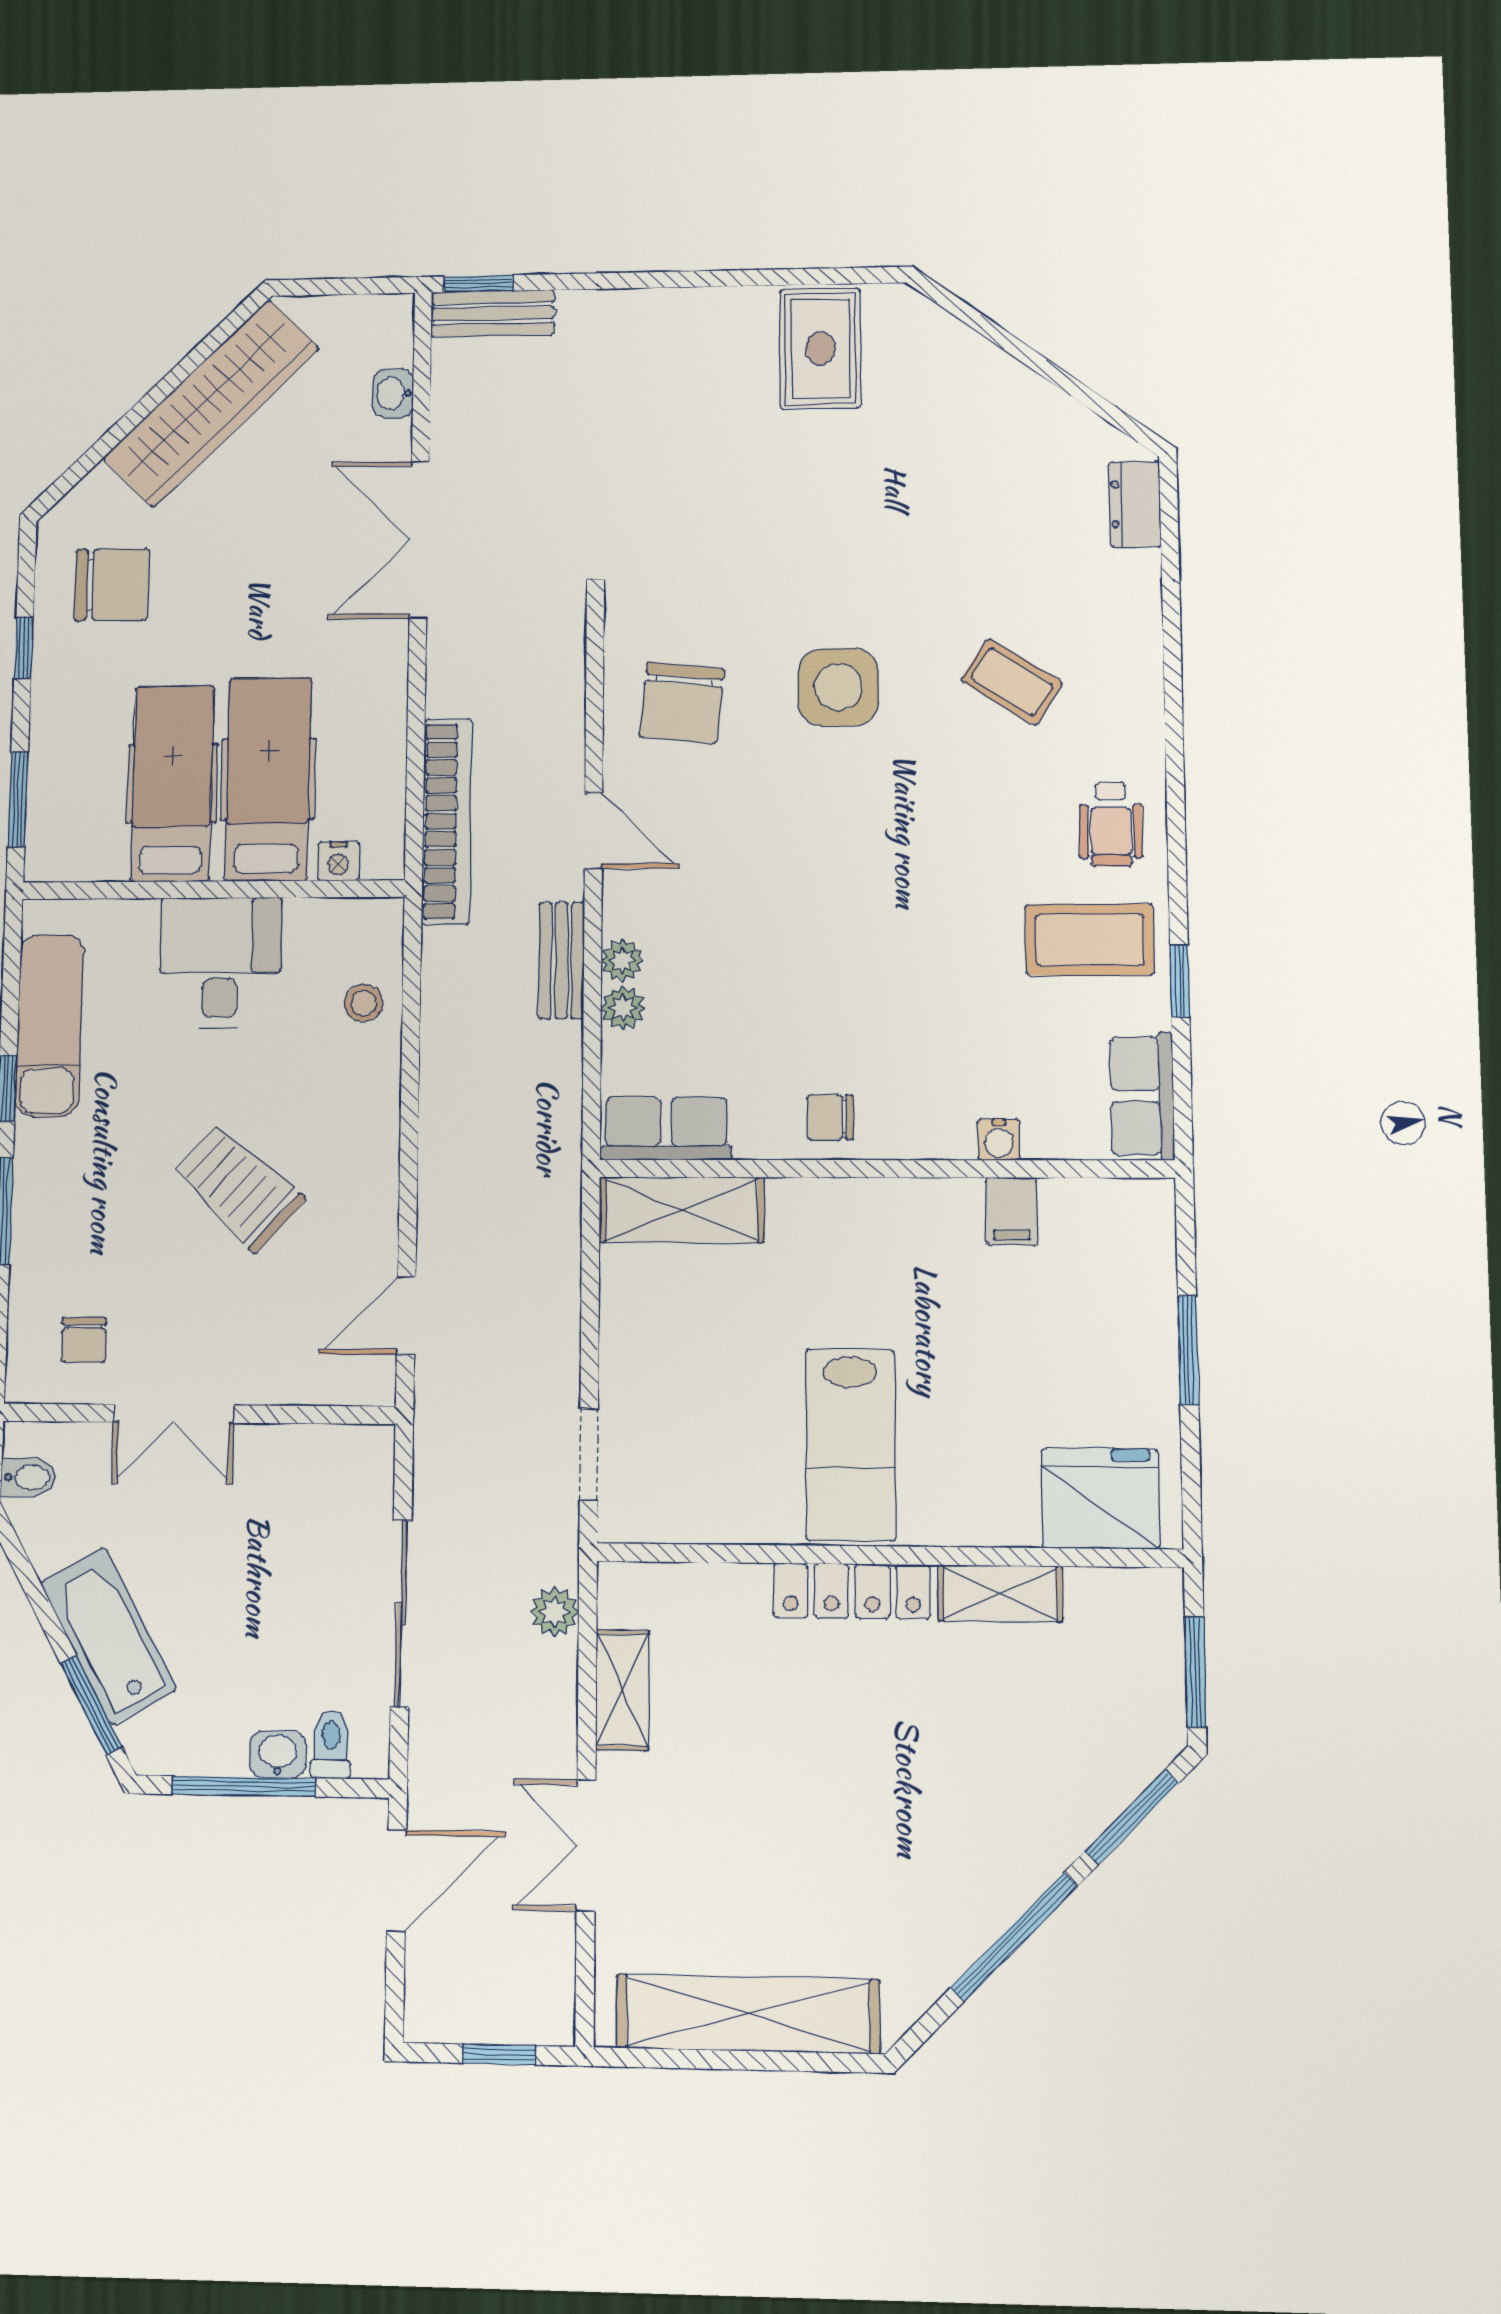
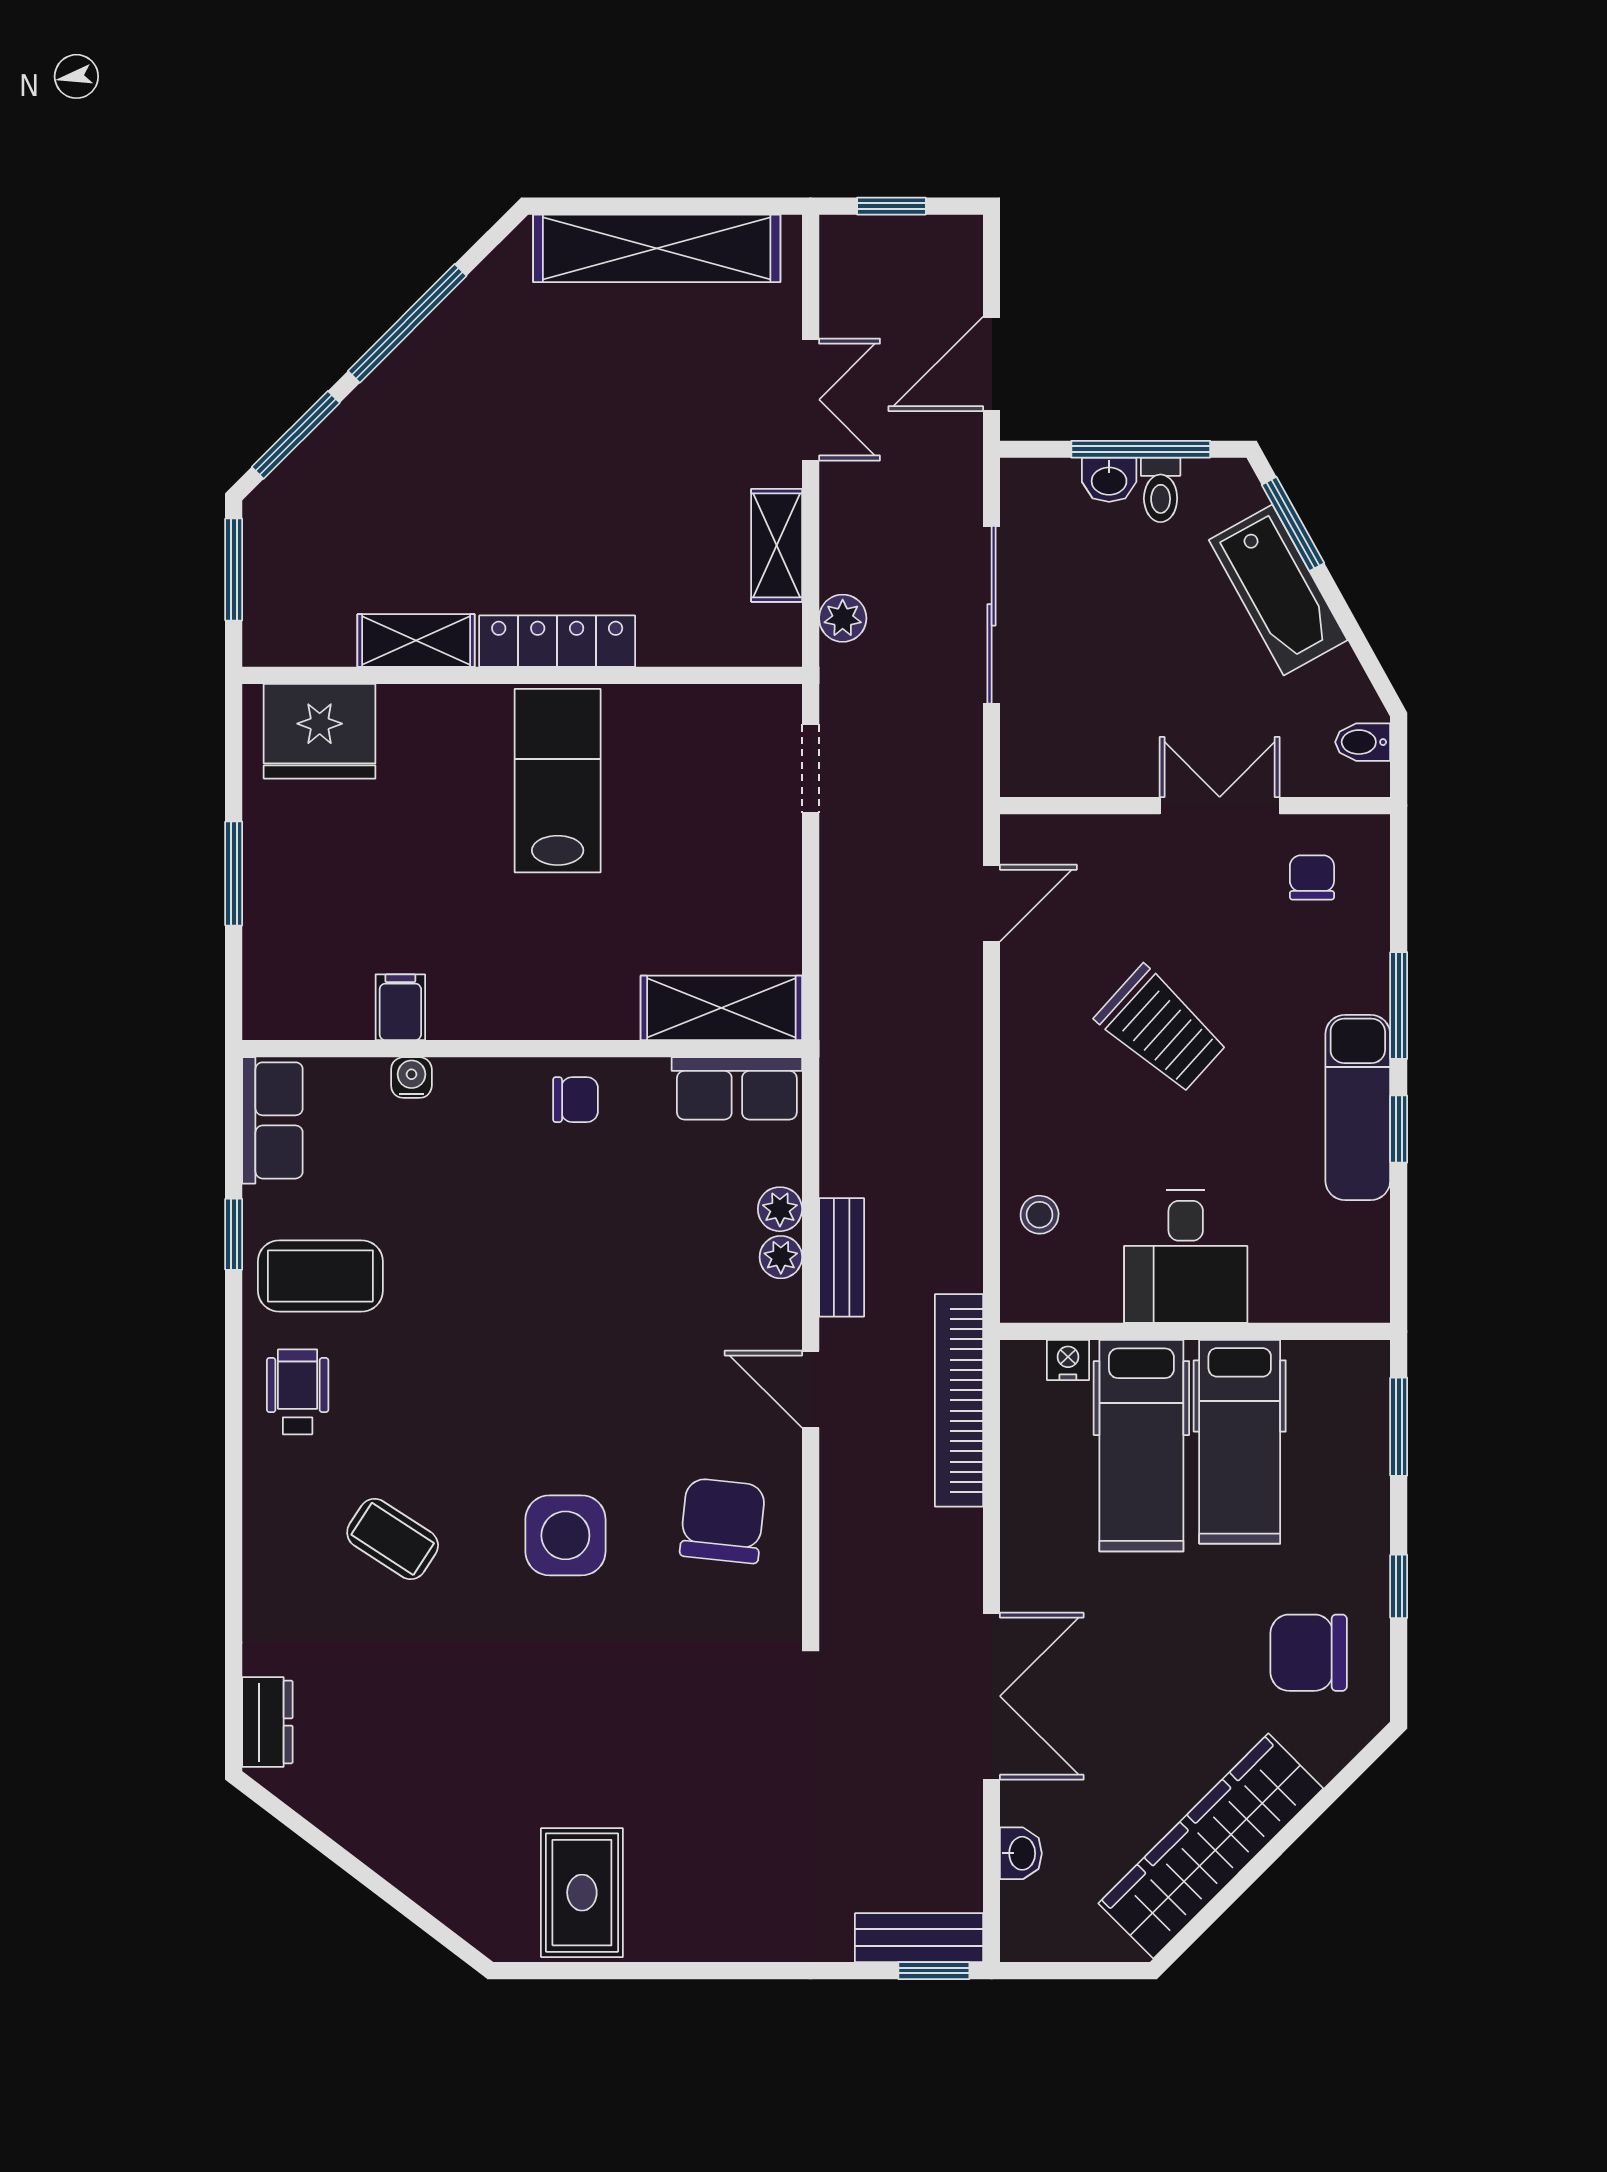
exam couch: (49, 1025) -> (1358, 1107), moved
toilet: (331, 1744) -> (1161, 490), moved

